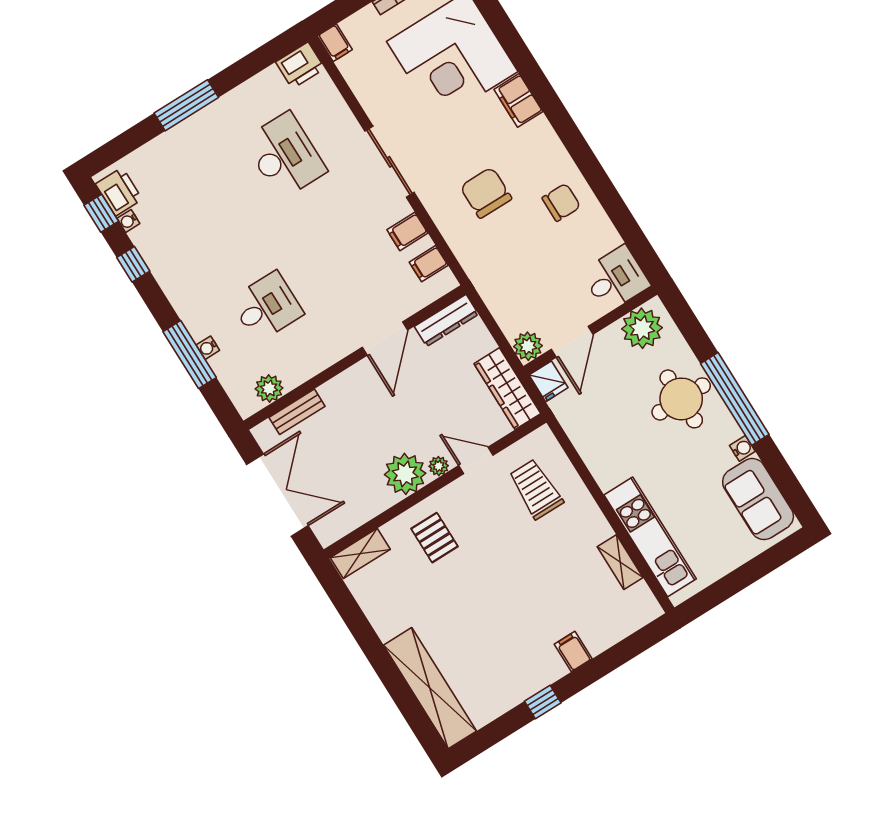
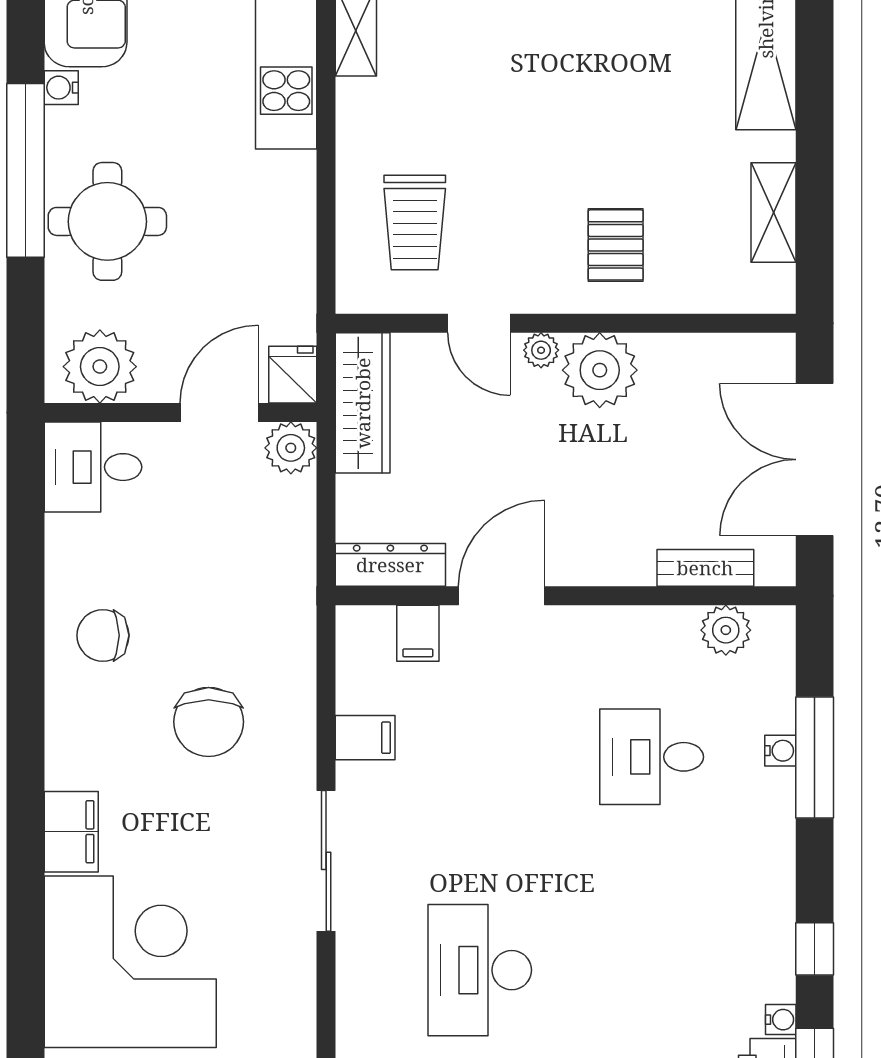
filing cabinet: (429, 264) -> (418, 633), moved, turned 90
shelving: (360, 553) -> (773, 212), moved, turned 90

